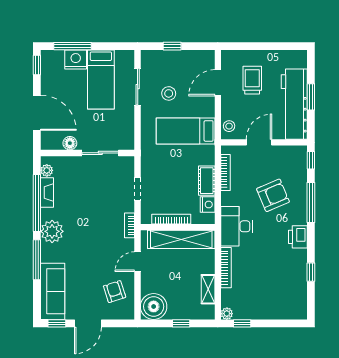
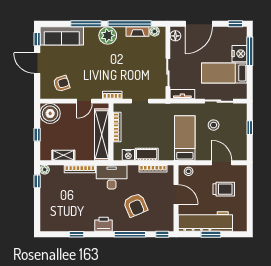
tv unit: (128, 134) -> (182, 94), added
floor lamp: (70, 143) -> (175, 36), moved
door: (138, 262) -> (84, 101), swing flipped

